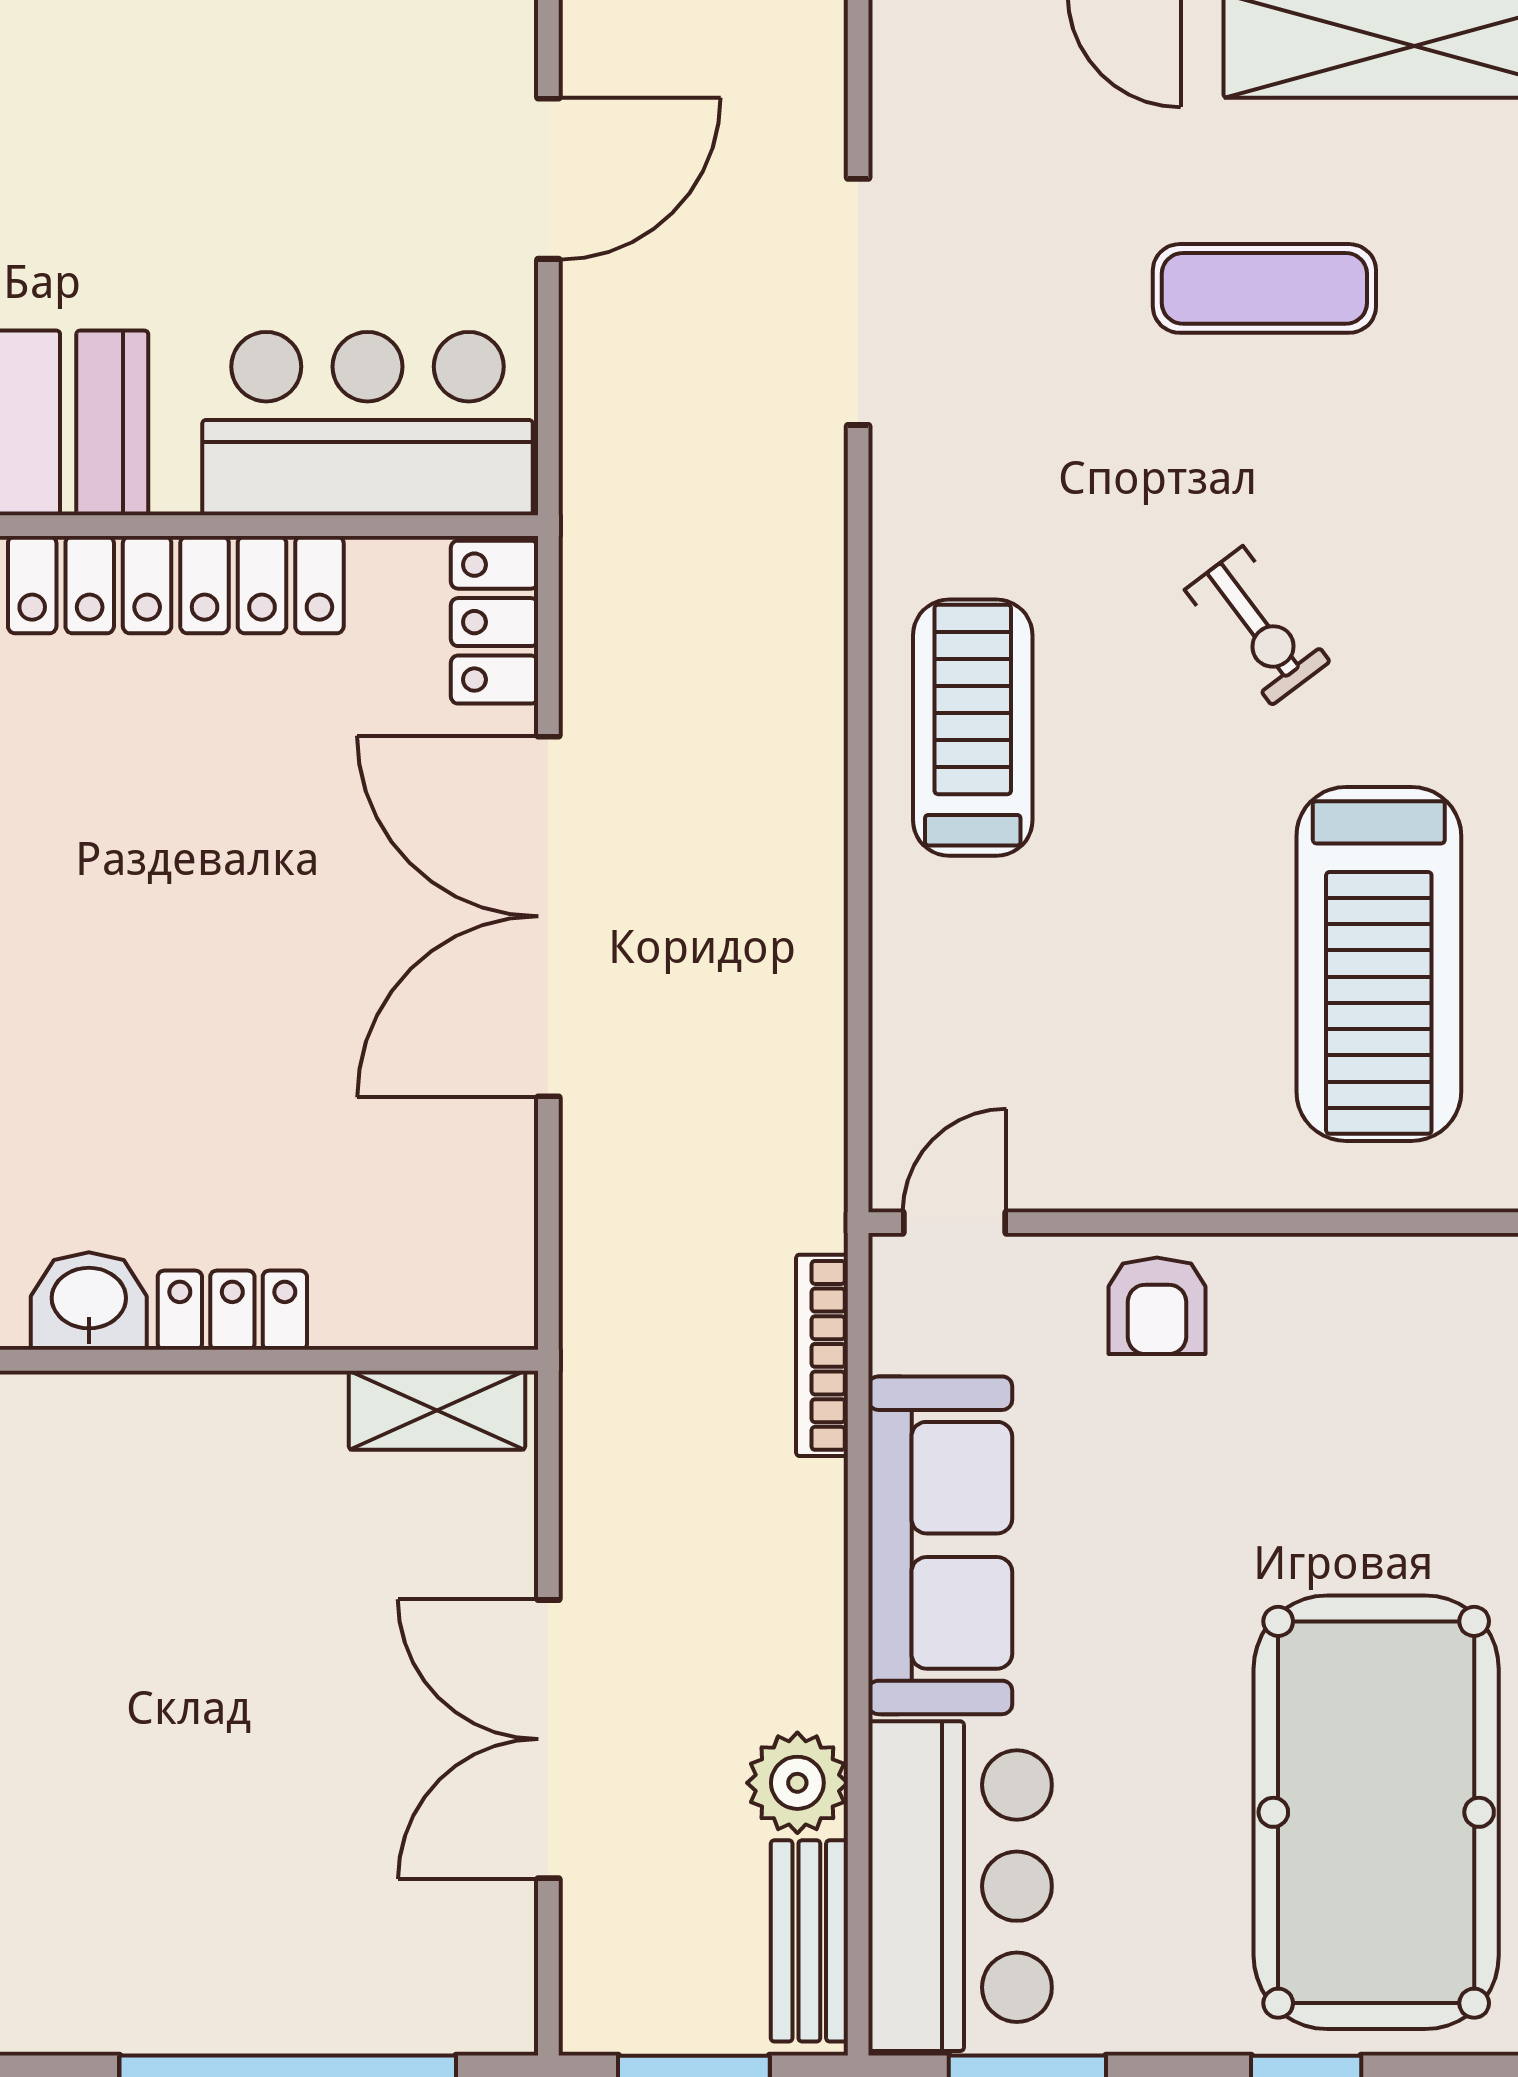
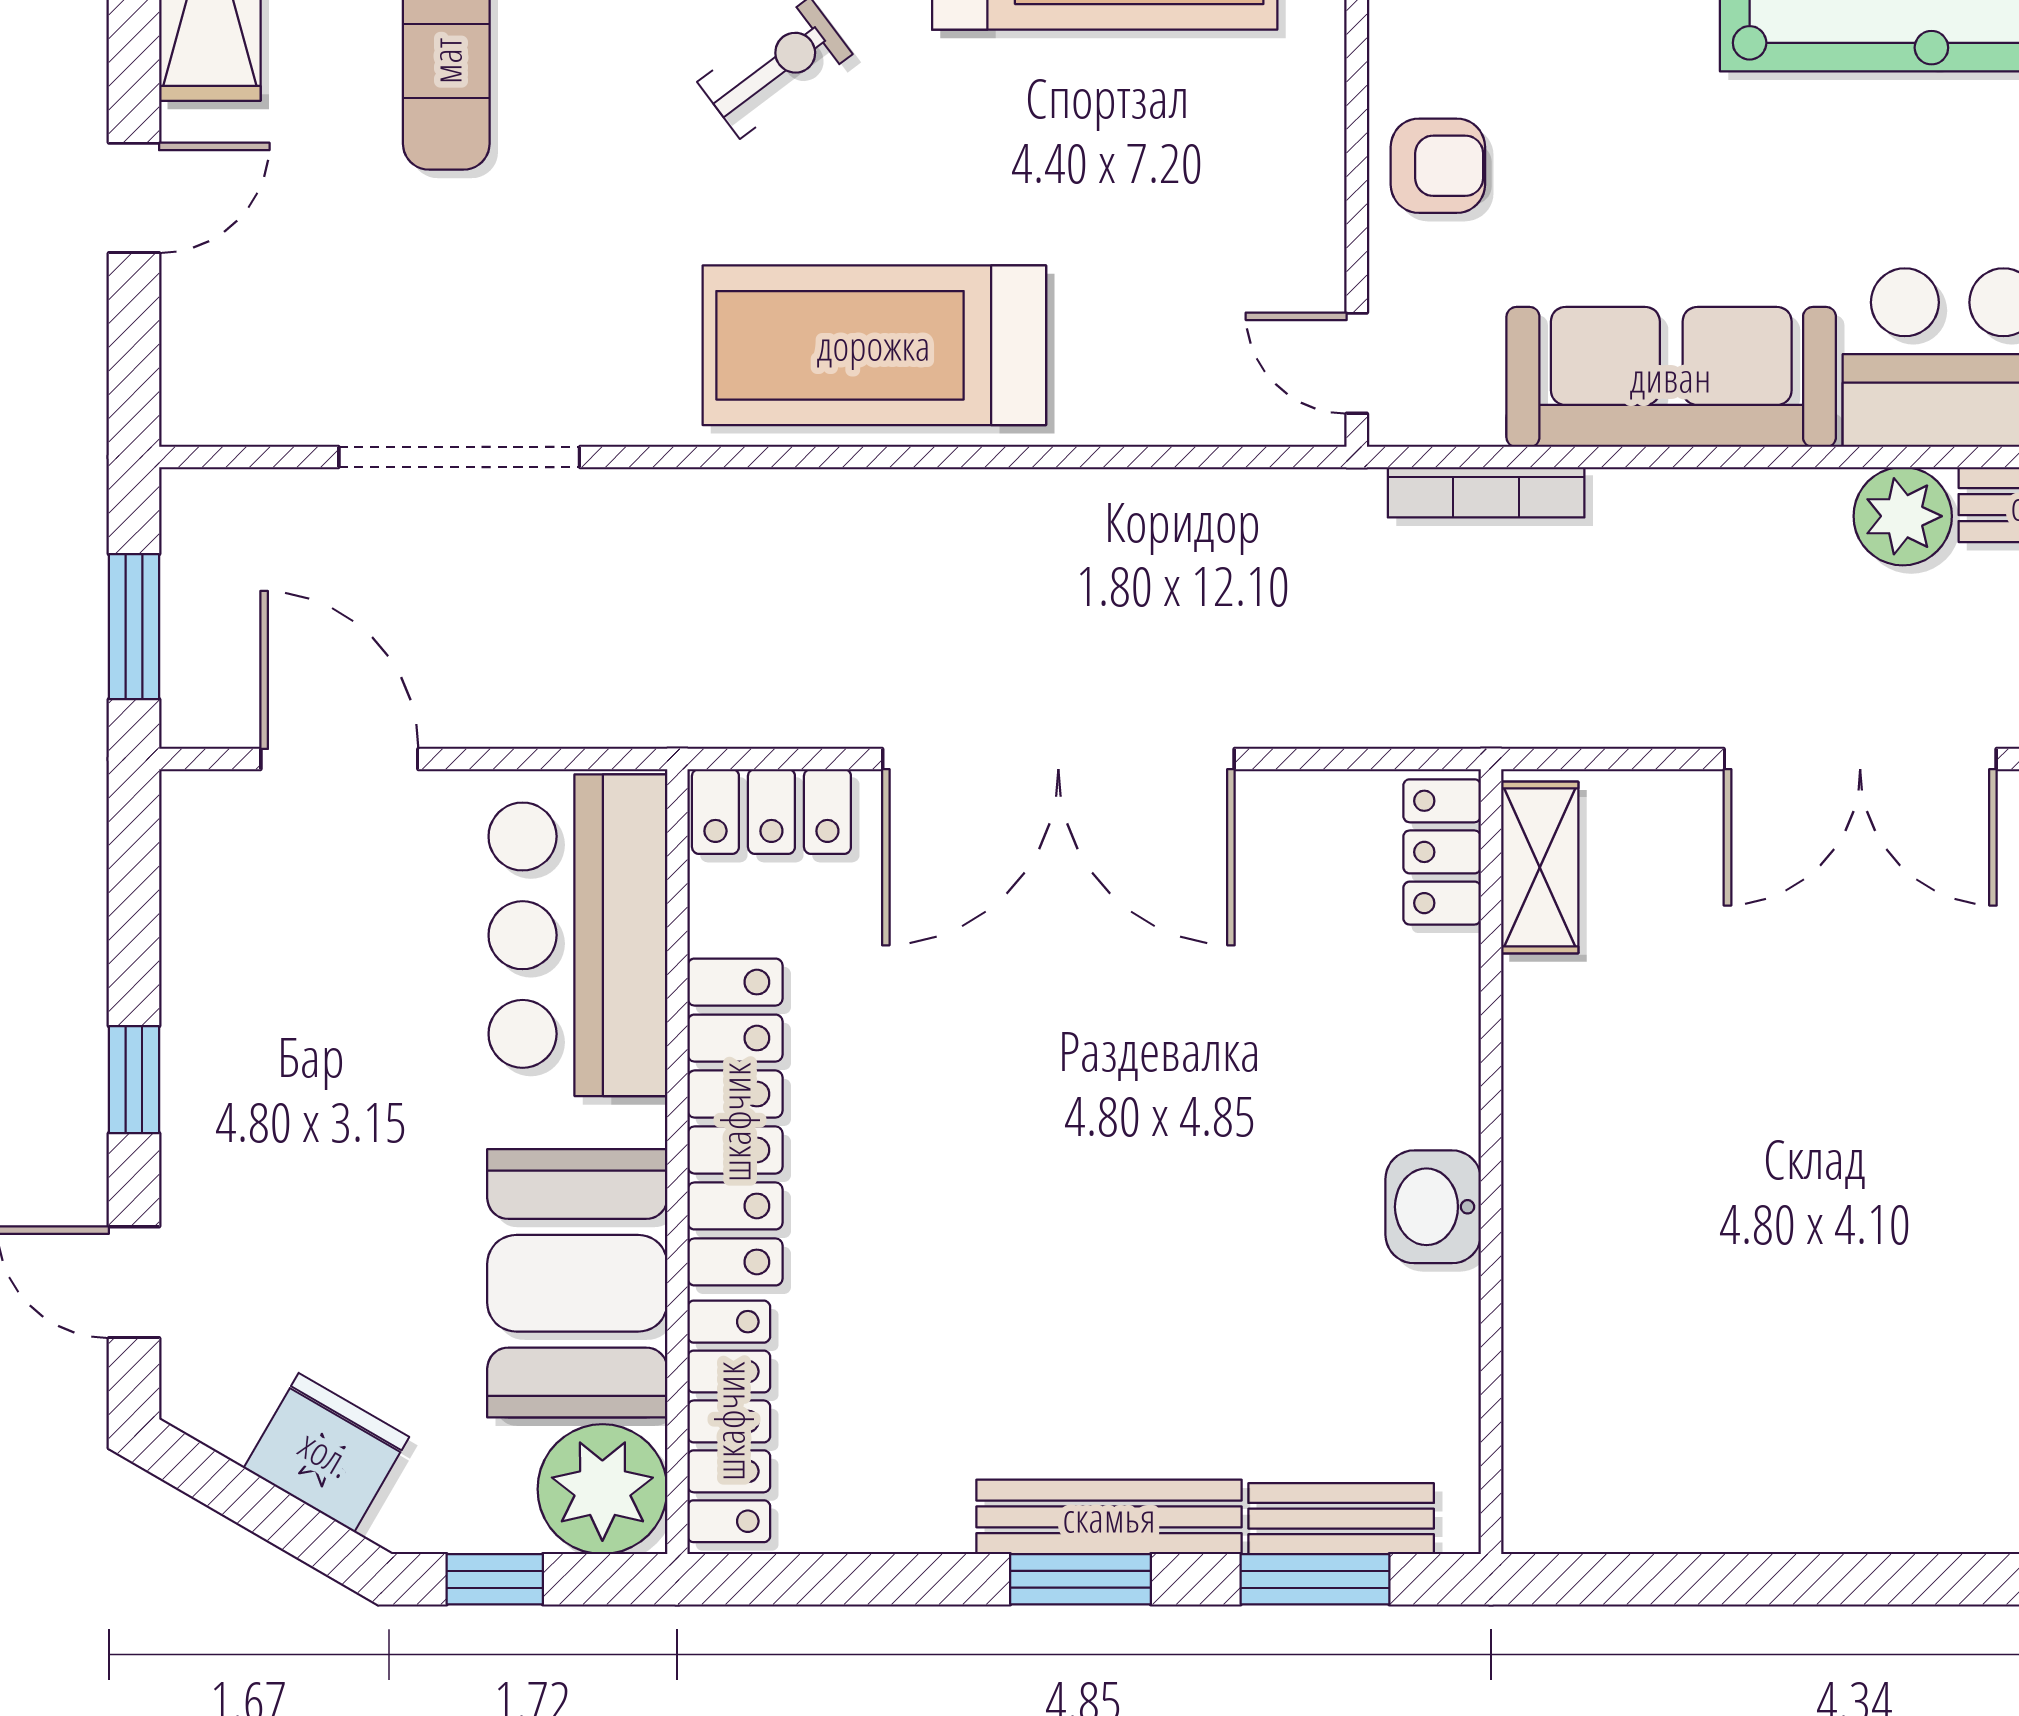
treadmill: (973, 728) -> (874, 345), width x1.37, depth x1.38
locker: (232, 1310) -> (1442, 852), moved

